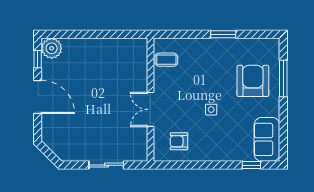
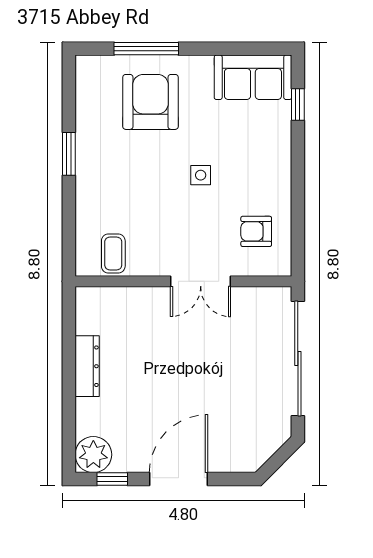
dresser: (102, 45) -> (87, 366), added
armchair: (253, 81) -> (150, 102), turned 90
armchair: (179, 141) -> (256, 231), turned 90
sliding door: (106, 165) -> (298, 359), width x1.86

